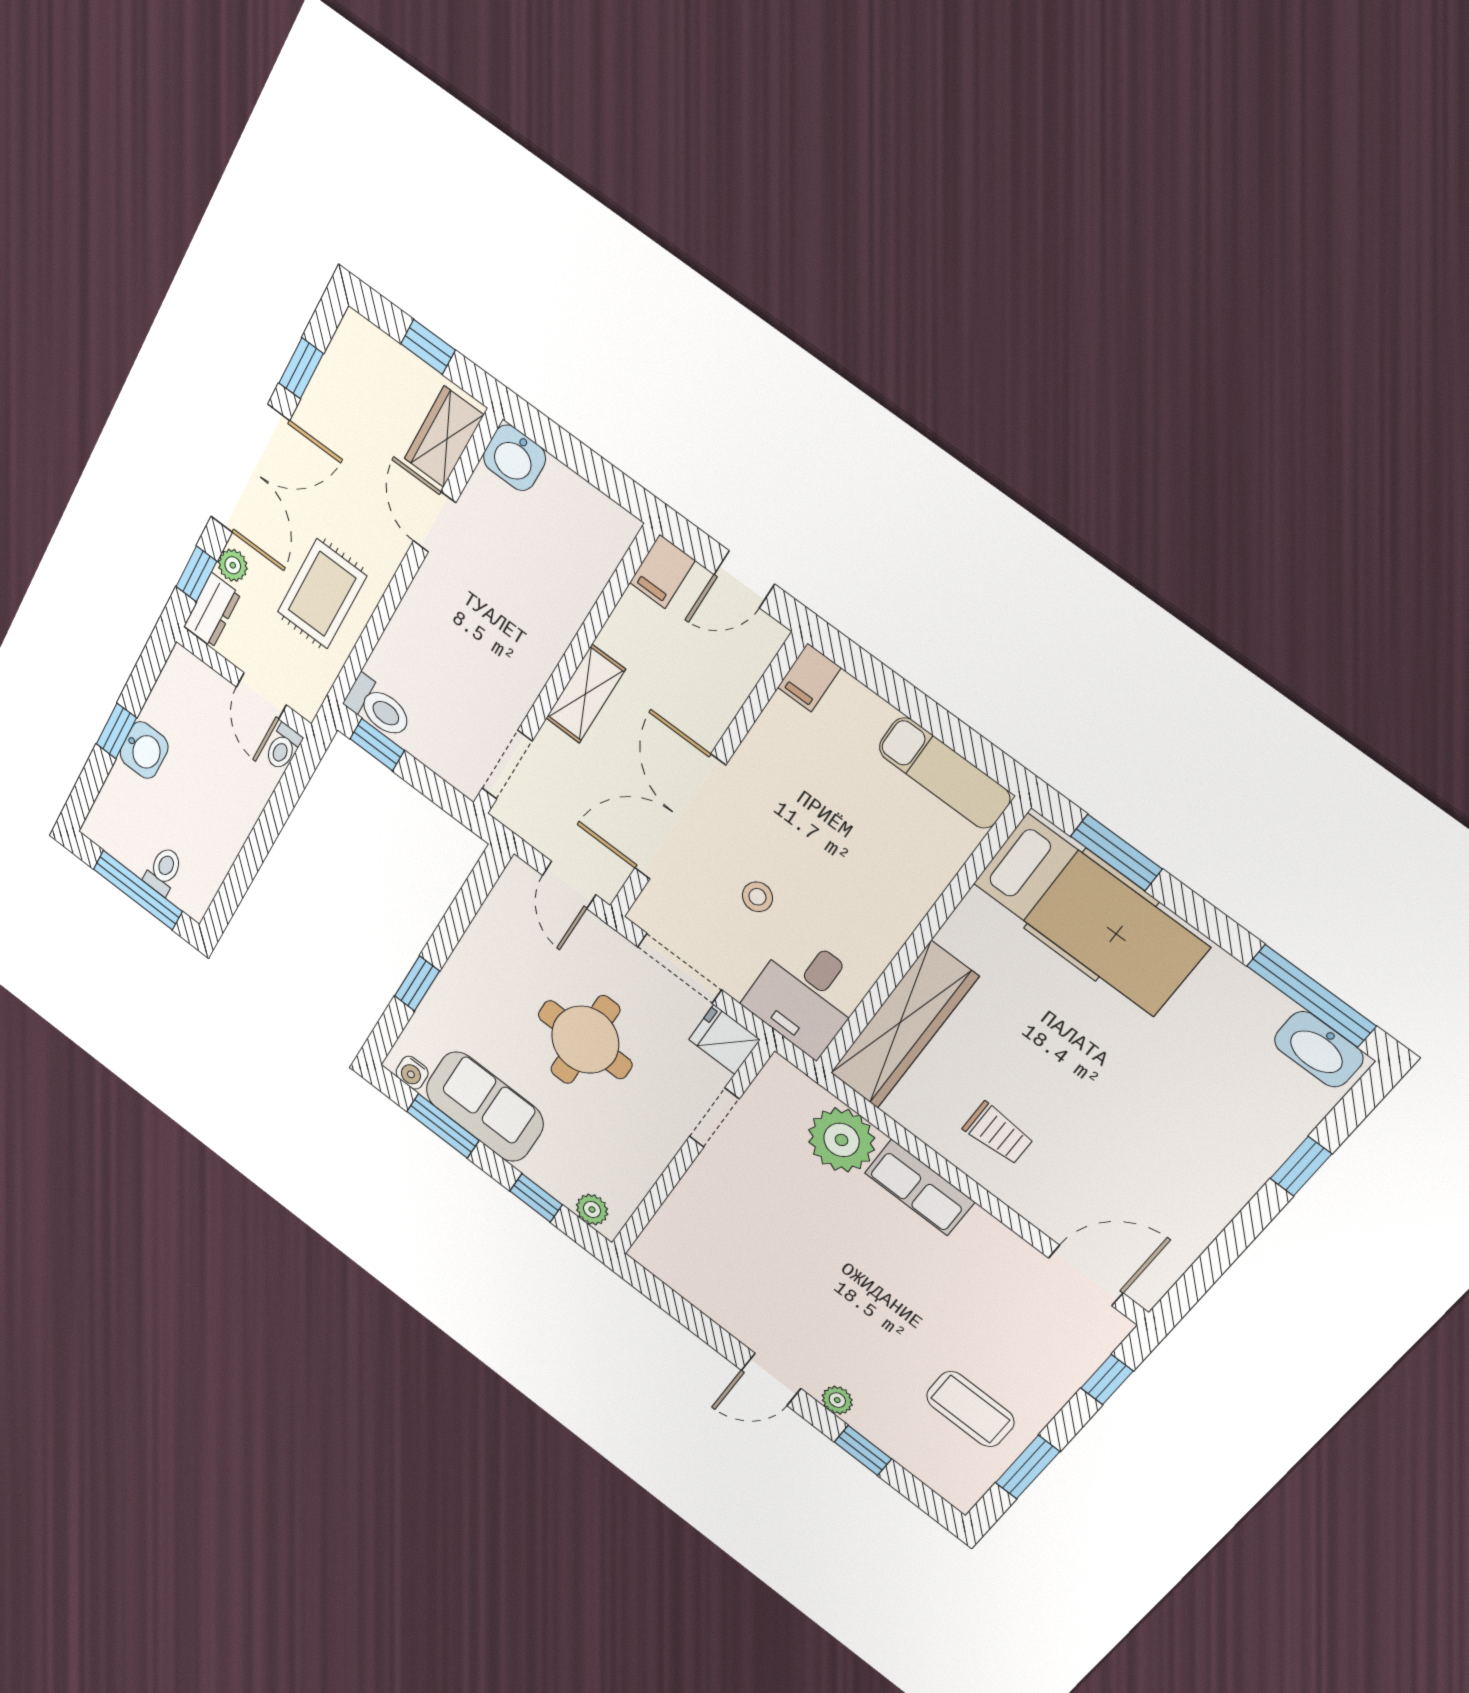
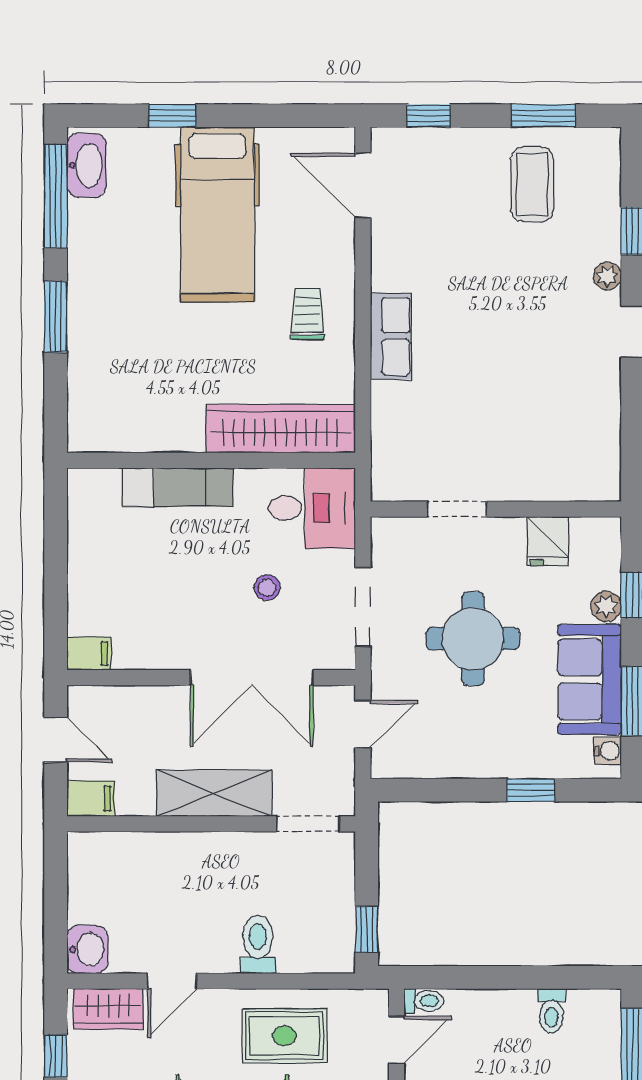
shelving: (586, 694) -> (214, 793), width x1.50, depth x1.33
toilet: (378, 707) -> (258, 945), moved
exam couch: (944, 773) -> (178, 487), moved, turned 90
window: (1116, 853) -> (56, 317), moved
toilet: (163, 871) -> (551, 1011), moved, turned -90
hospital bed: (1091, 915) -> (217, 214), moved, turned 180
fridge: (724, 1040) -> (548, 541), moved
plant: (842, 1140) -> (400, 412), removed
plant: (592, 1210) -> (606, 606), moved

